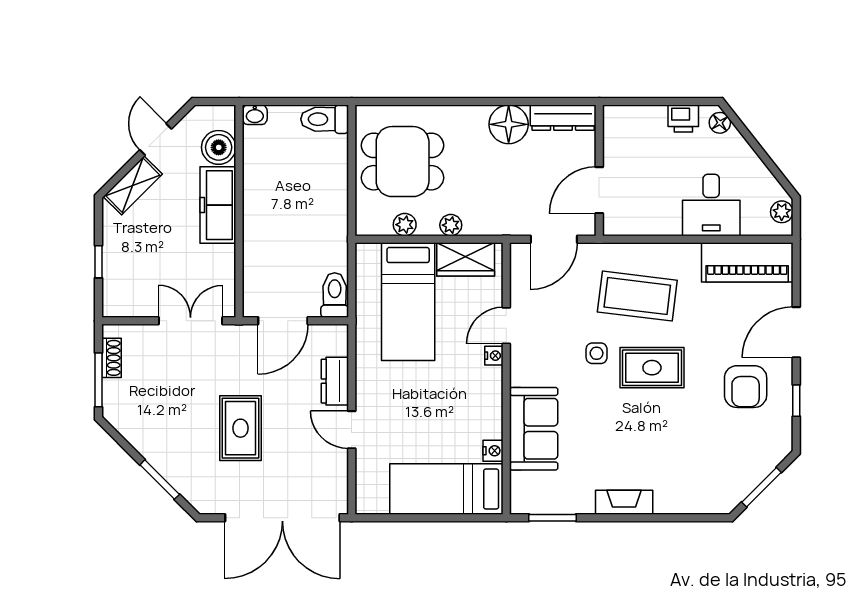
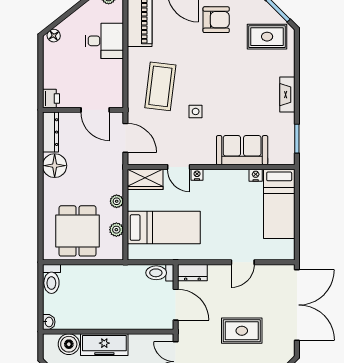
printer: (683, 119) -> (51, 98), moved
wardrobe: (466, 259) -> (145, 179), moved, turned 90
rug: (652, 368) -> (267, 37), moved, turned 90
dresser: (335, 381) -> (192, 273), moved

